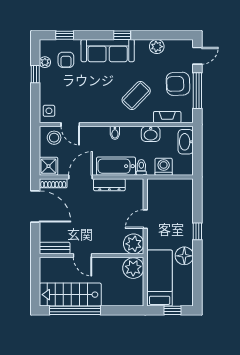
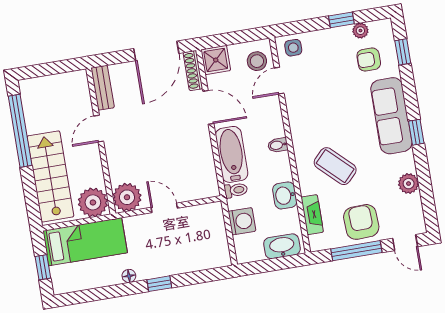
dresser: (109, 185) -> (204, 150), removed
floor lamp: (184, 256) -> (129, 276), width x0.53, depth x0.53
stairs: (70, 295) -> (50, 176), moved

